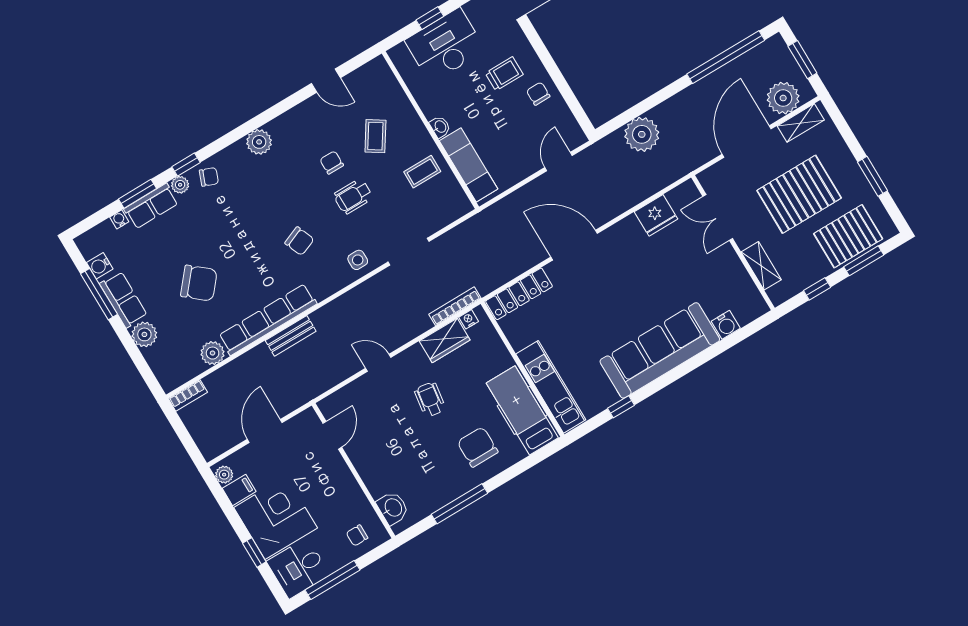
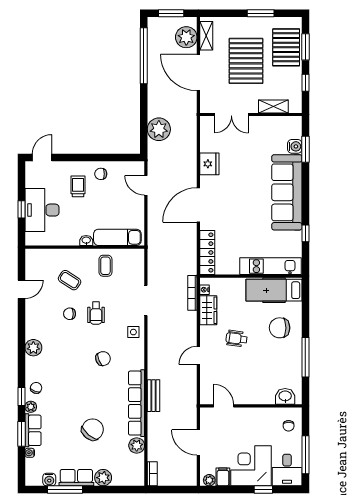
fridge: (656, 215) -> (209, 164), moved
window: (730, 341) -> (305, 149), added

